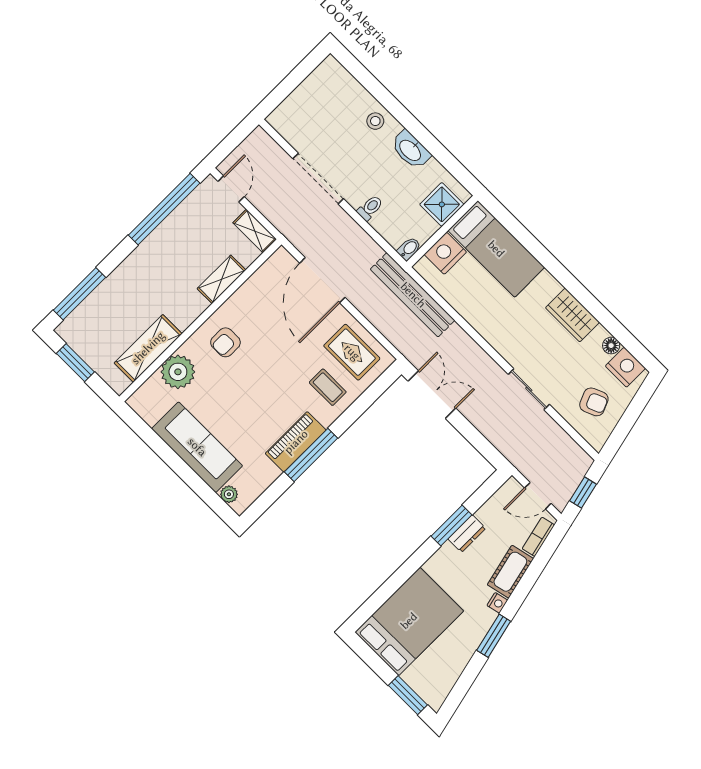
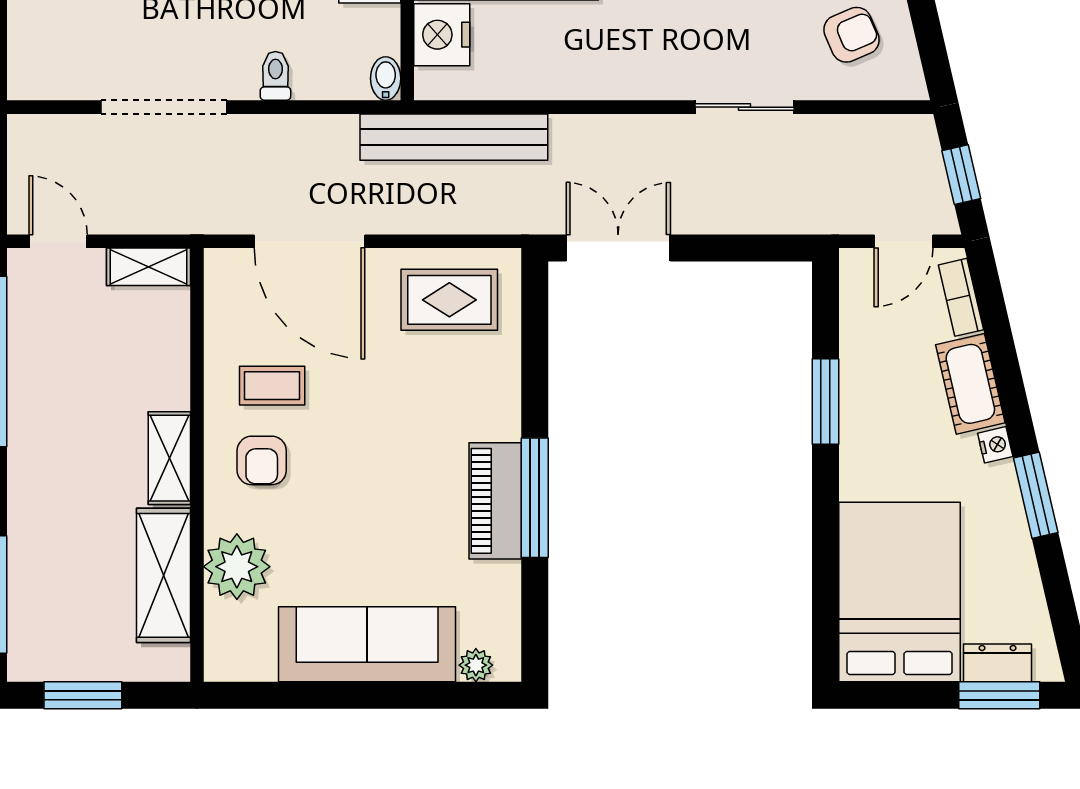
shelving: (221, 279) -> (169, 458), moved
coffee table: (328, 387) -> (272, 386), moved
dresser: (467, 534) -> (998, 663), moved, turned -90

